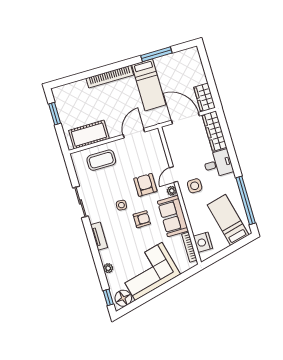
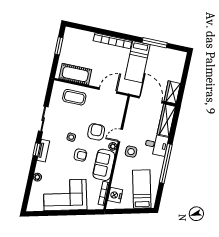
window: (246, 200) -> (166, 164), moved
window: (108, 297) -> (37, 149), moved
floor lamp: (123, 298) -> (37, 204), removed

